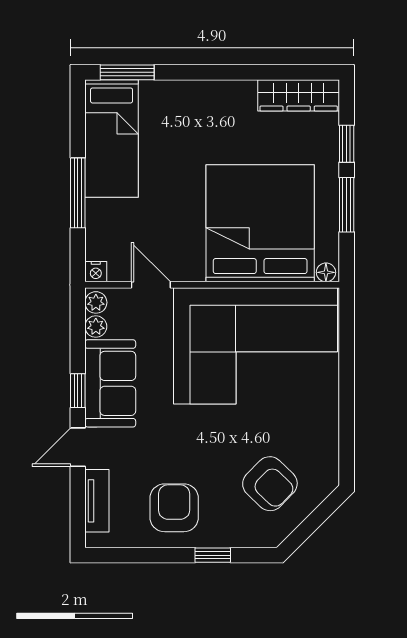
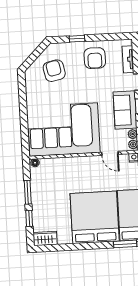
wardrobe: (299, 95) -> (45, 238), width x0.67
bed: (260, 223) -> (95, 217), moved, turned 180
armchair: (270, 484) -> (54, 71), turned 34

